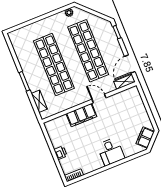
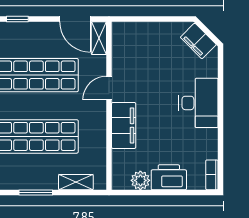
plant: (55, 137) -> (140, 180), added
desk: (111, 152) -> (198, 103), width x1.37
printer: (61, 153) -> (169, 177), width x1.87, depth x1.48

